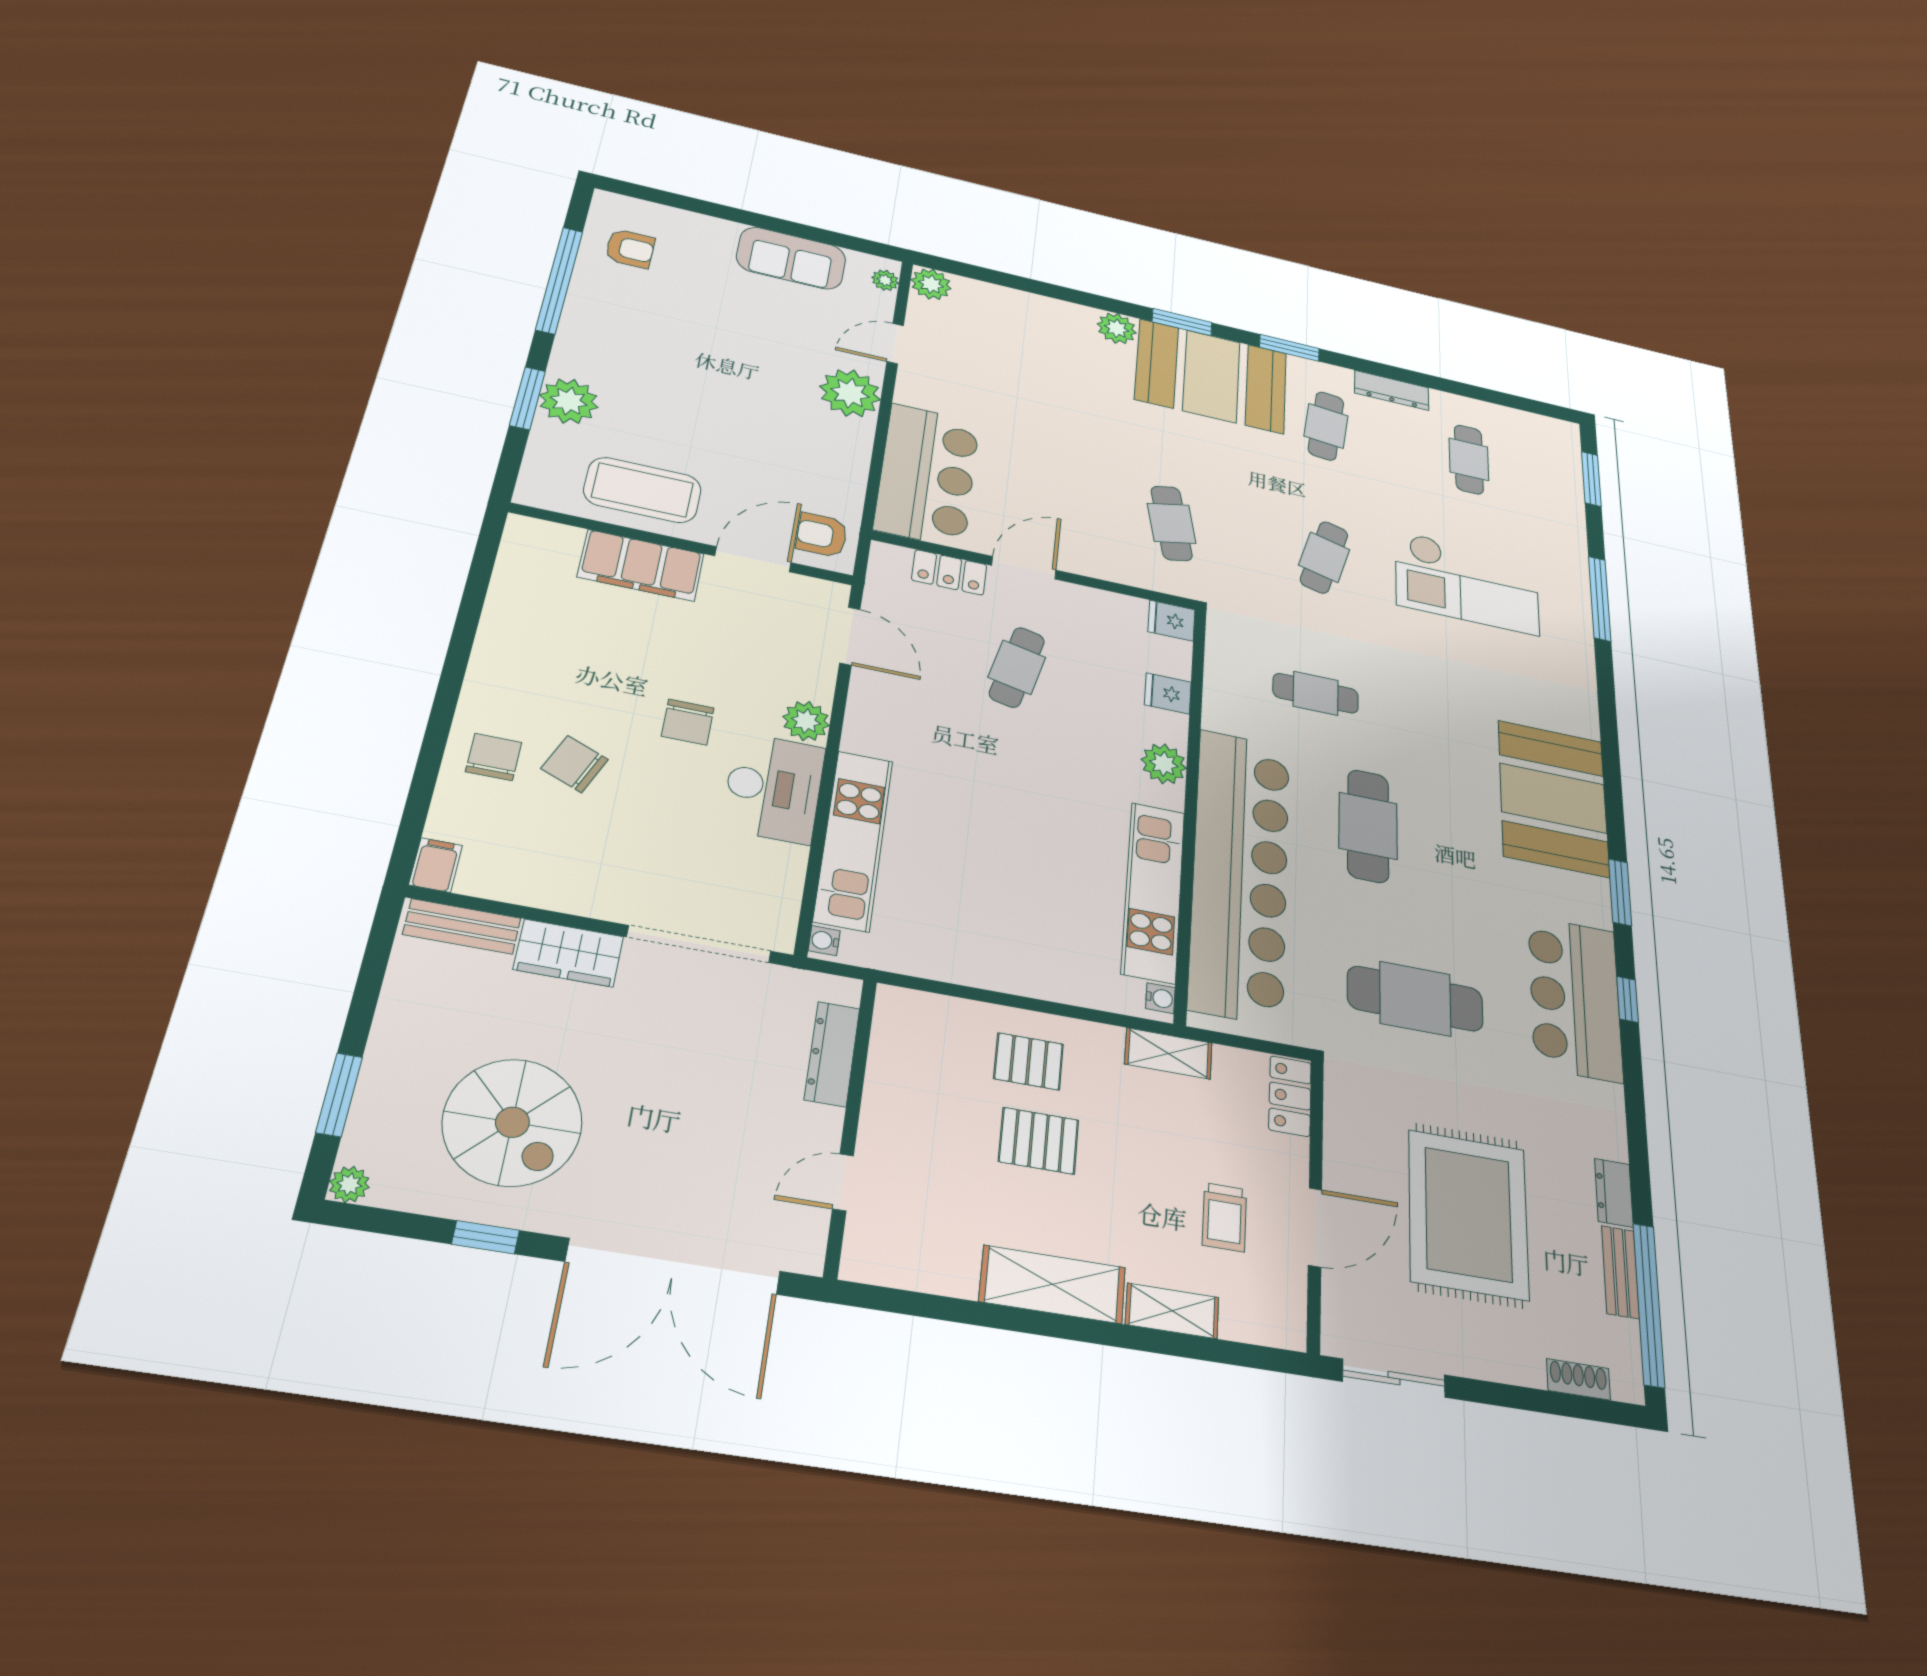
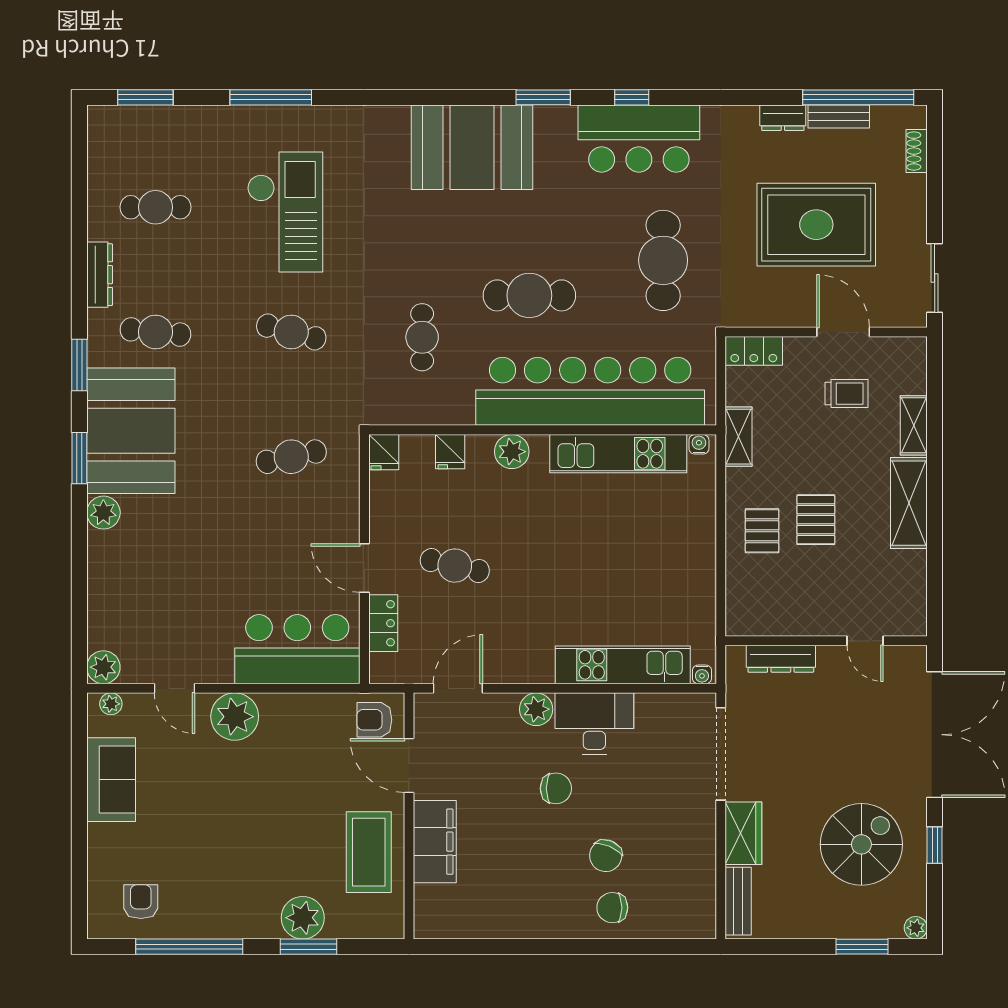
armchair: (822, 535) -> (374, 720), turned 90
filing cabinet: (436, 865) -> (699, 926), removed

